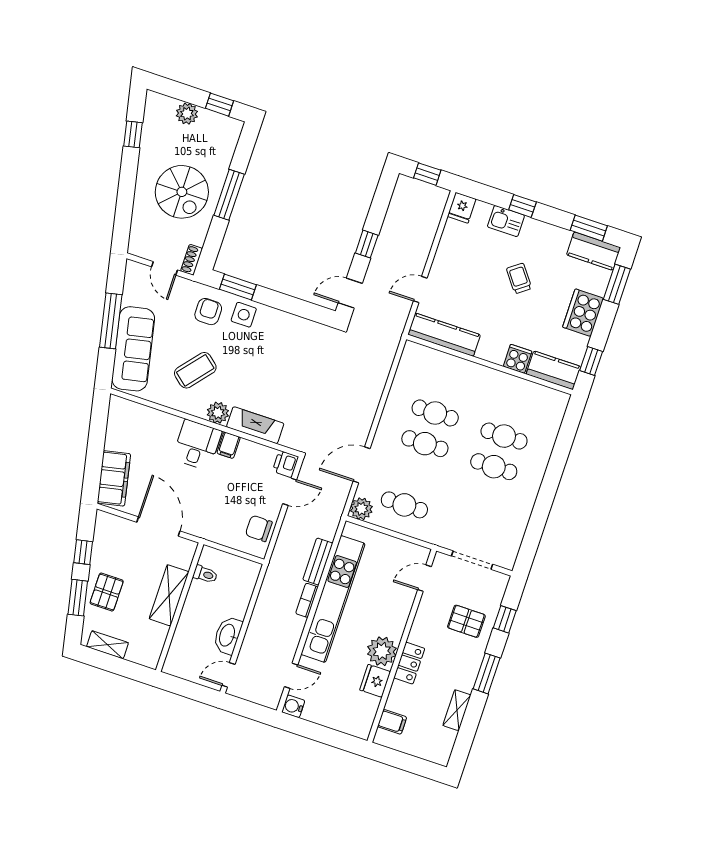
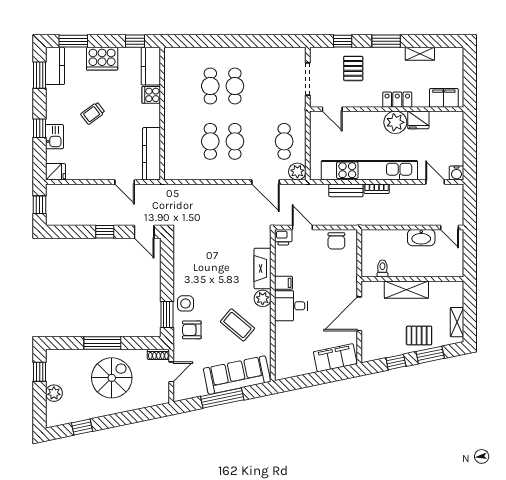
filing cabinet: (392, 722) -> (444, 98), width x2.00

